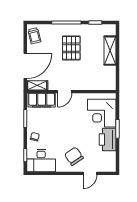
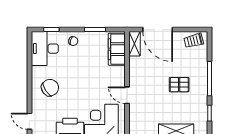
pallet: (71, 48) -> (179, 85), width x0.67, depth x0.71
door: (65, 92) -> (127, 95), moved
door: (90, 173) -> (29, 121), moved

